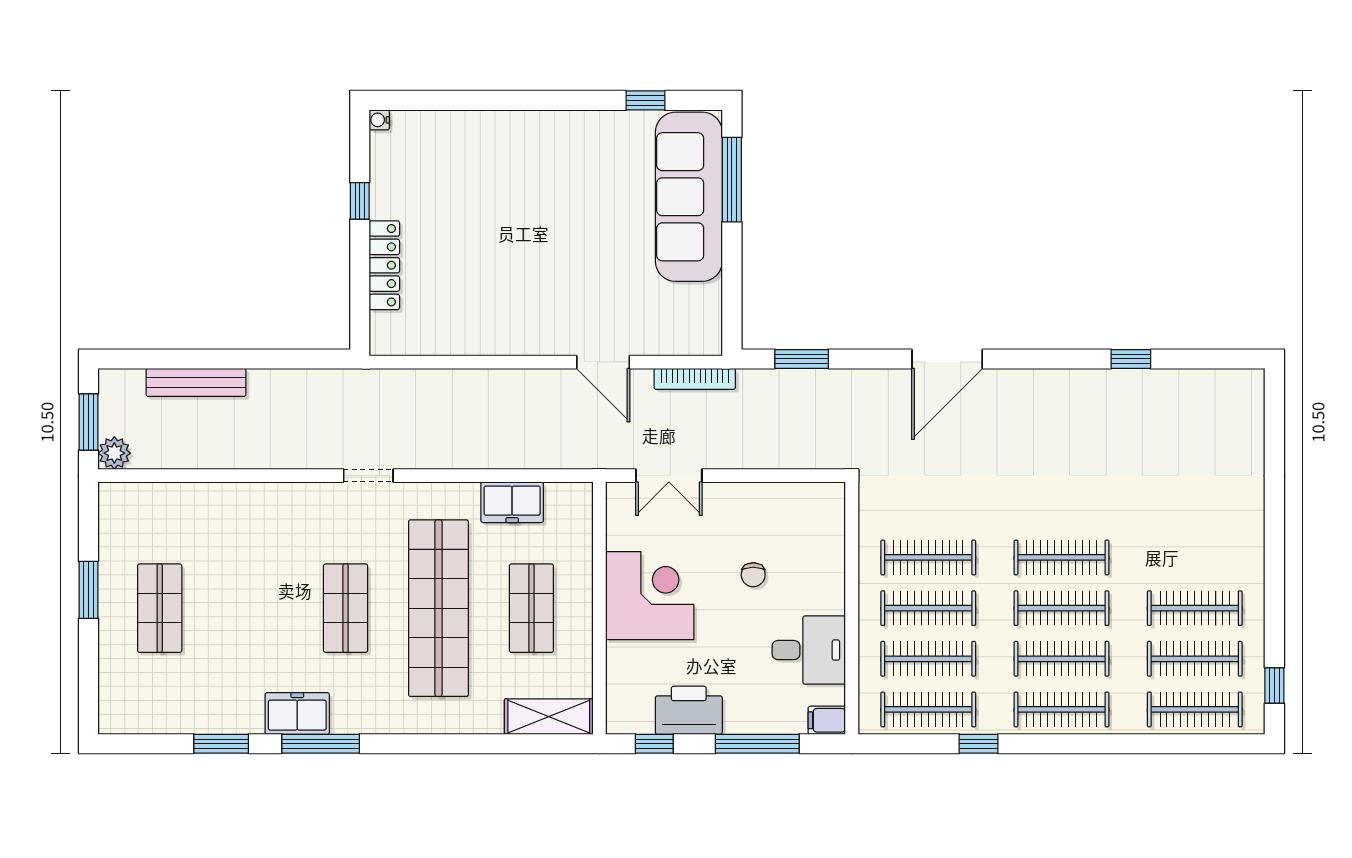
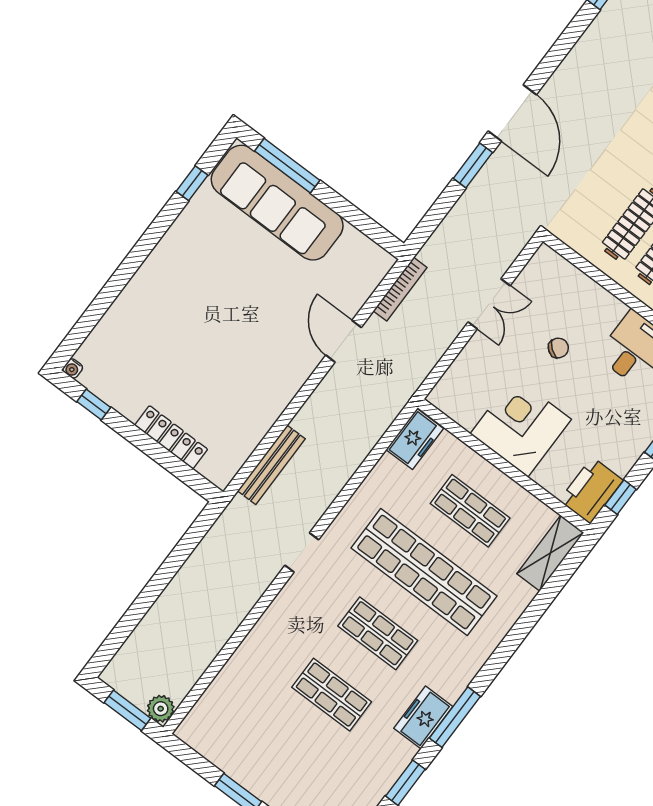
window: (360, 201) -> (94, 405), moved
window: (802, 359) -> (473, 165), moved
door: (603, 362) -> (344, 341), swing flipped
bench: (196, 382) -> (271, 465), moved
double door: (669, 476) -> (489, 304), moved
freezer: (512, 502) -> (415, 439), moved
chair: (753, 575) -> (558, 348), turned -53
shop shelf: (160, 608) -> (332, 695), moved
printer: (689, 710) -> (591, 490), moved

